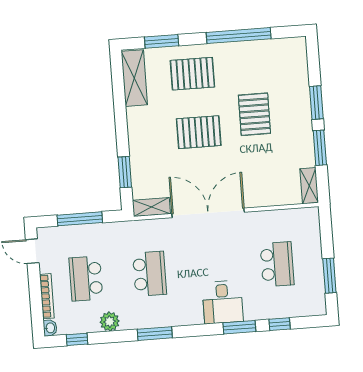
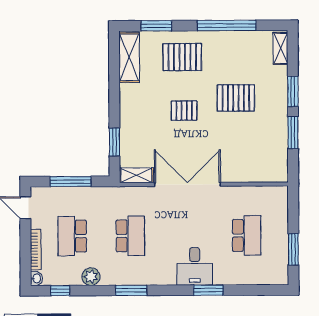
pallet: (254, 114) -> (236, 98), turned 90
pallet: (199, 132) -> (184, 111), width x0.67, depth x0.71
shelving: (309, 186) -> (280, 48), moved
window: (280, 324) -> (245, 290), removed

